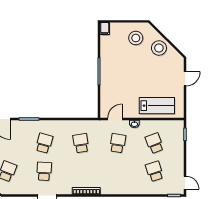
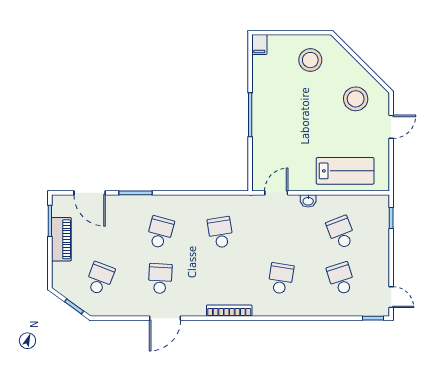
stool: (159, 48) -> (356, 99), moved
school desk: (118, 143) -> (281, 279), moved

